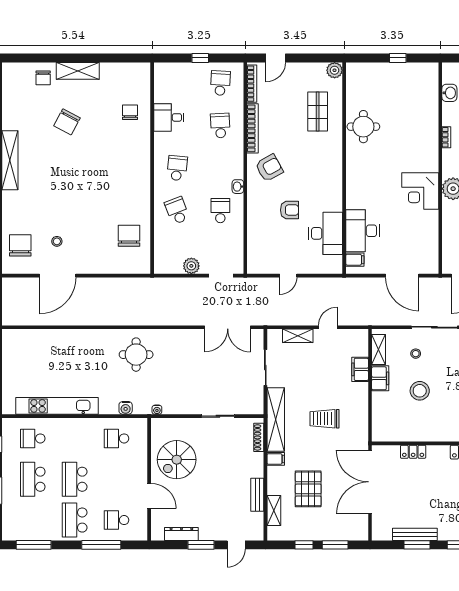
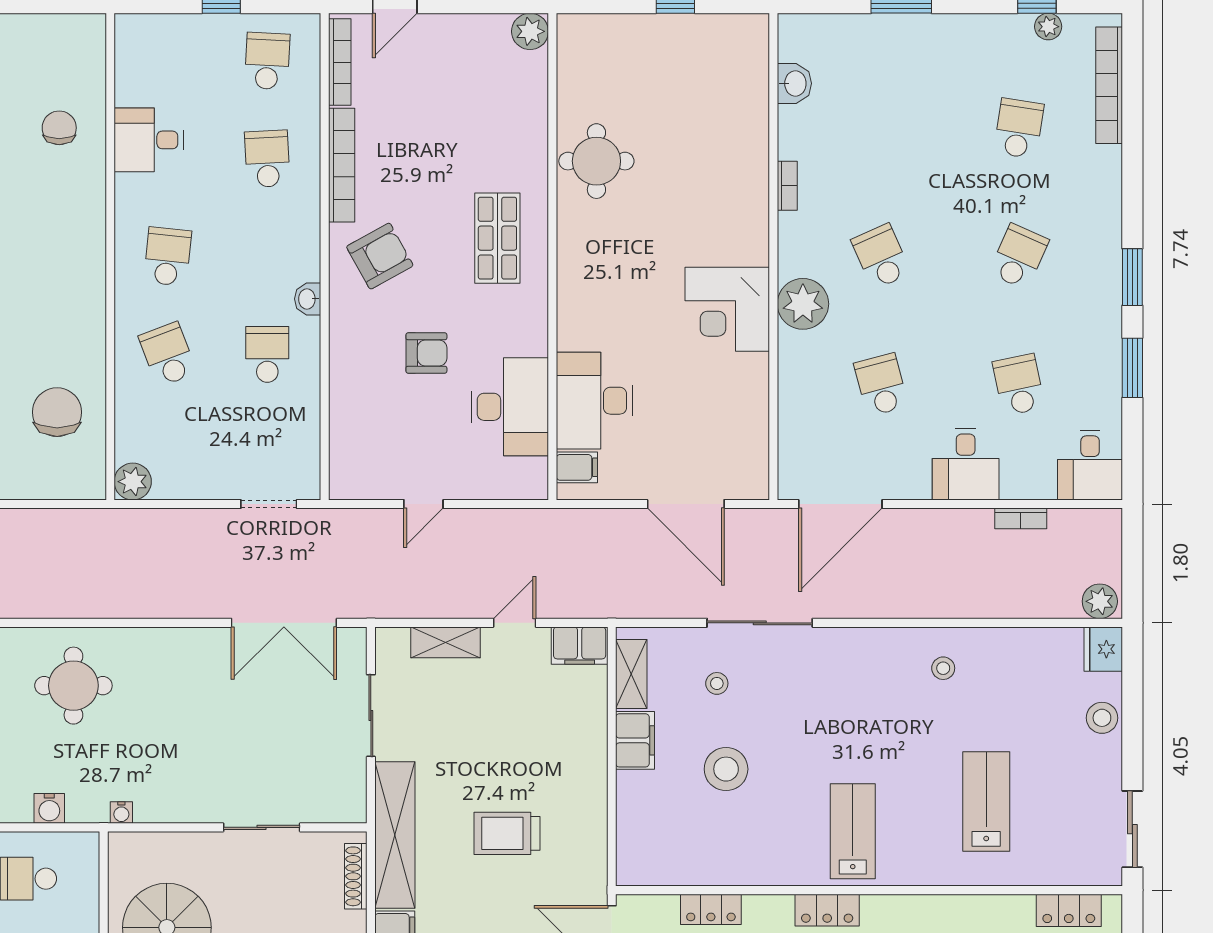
shop shelf: (318, 112) -> (497, 238), moved
plant: (191, 266) -> (133, 482), moved
filing cabinet: (360, 369) -> (580, 646), moved, turned -90

